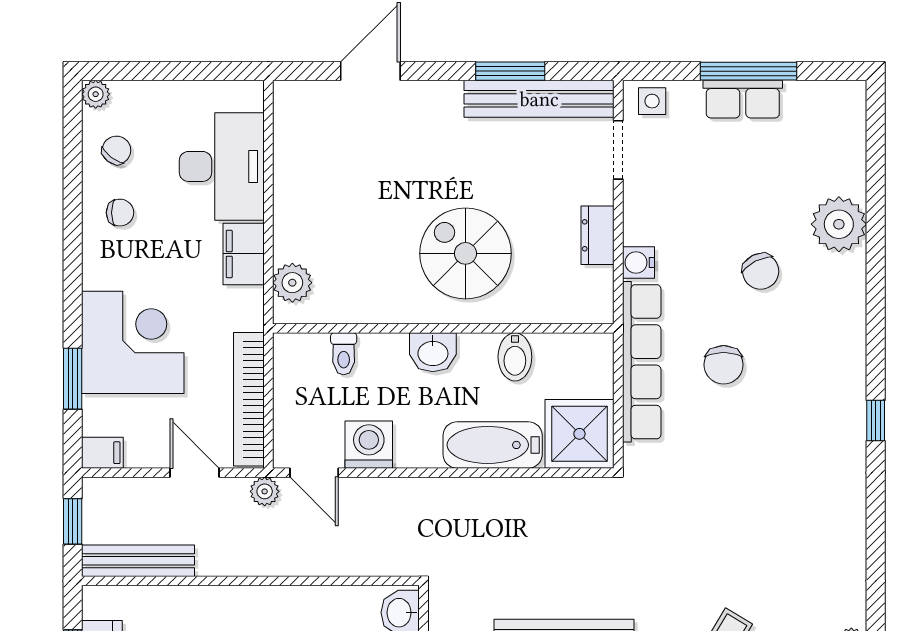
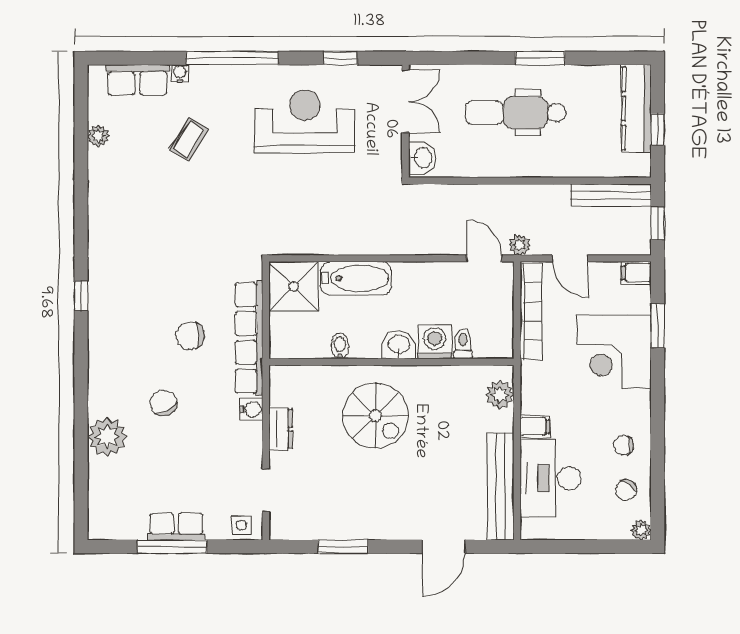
bench: (539, 99) -> (500, 486), moved, turned 90
filing cabinet: (244, 254) -> (535, 426), width x0.50
bidet: (515, 357) -> (340, 346), width x0.72, depth x0.74
chair: (724, 365) -> (190, 336), turned -90
washing machine: (369, 445) -> (435, 342), moved, turned 180

